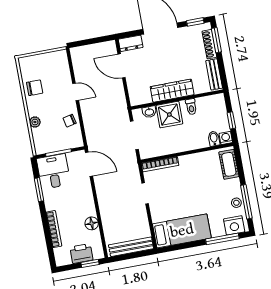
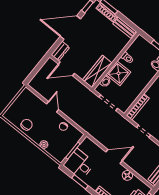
wardrobe: (172, 91) -> (97, 72), moved
door: (76, 92) -> (53, 107), hinge flipped
door: (89, 164) -> (114, 156), moved

